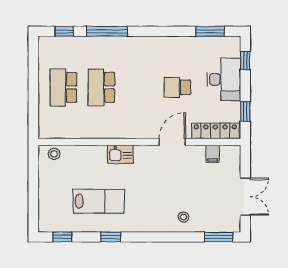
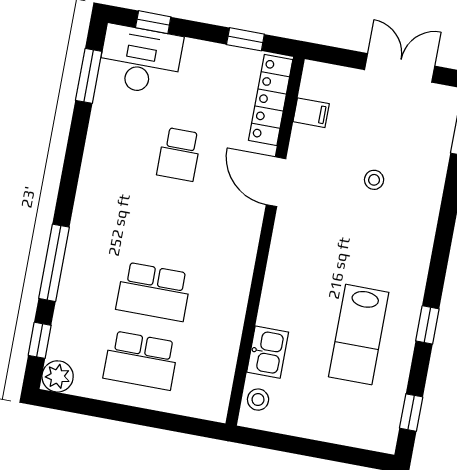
plant: (47, 44) -> (58, 376), added
desk: (224, 79) -> (140, 60), moved
kitchen sink: (120, 154) -> (268, 352), moved
lab bench: (99, 201) -> (359, 335), turned 180
stool: (183, 217) -> (374, 180), moved

